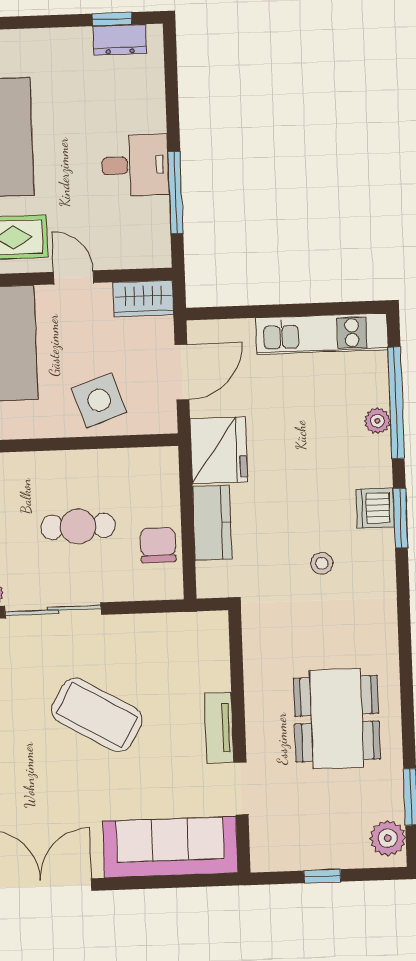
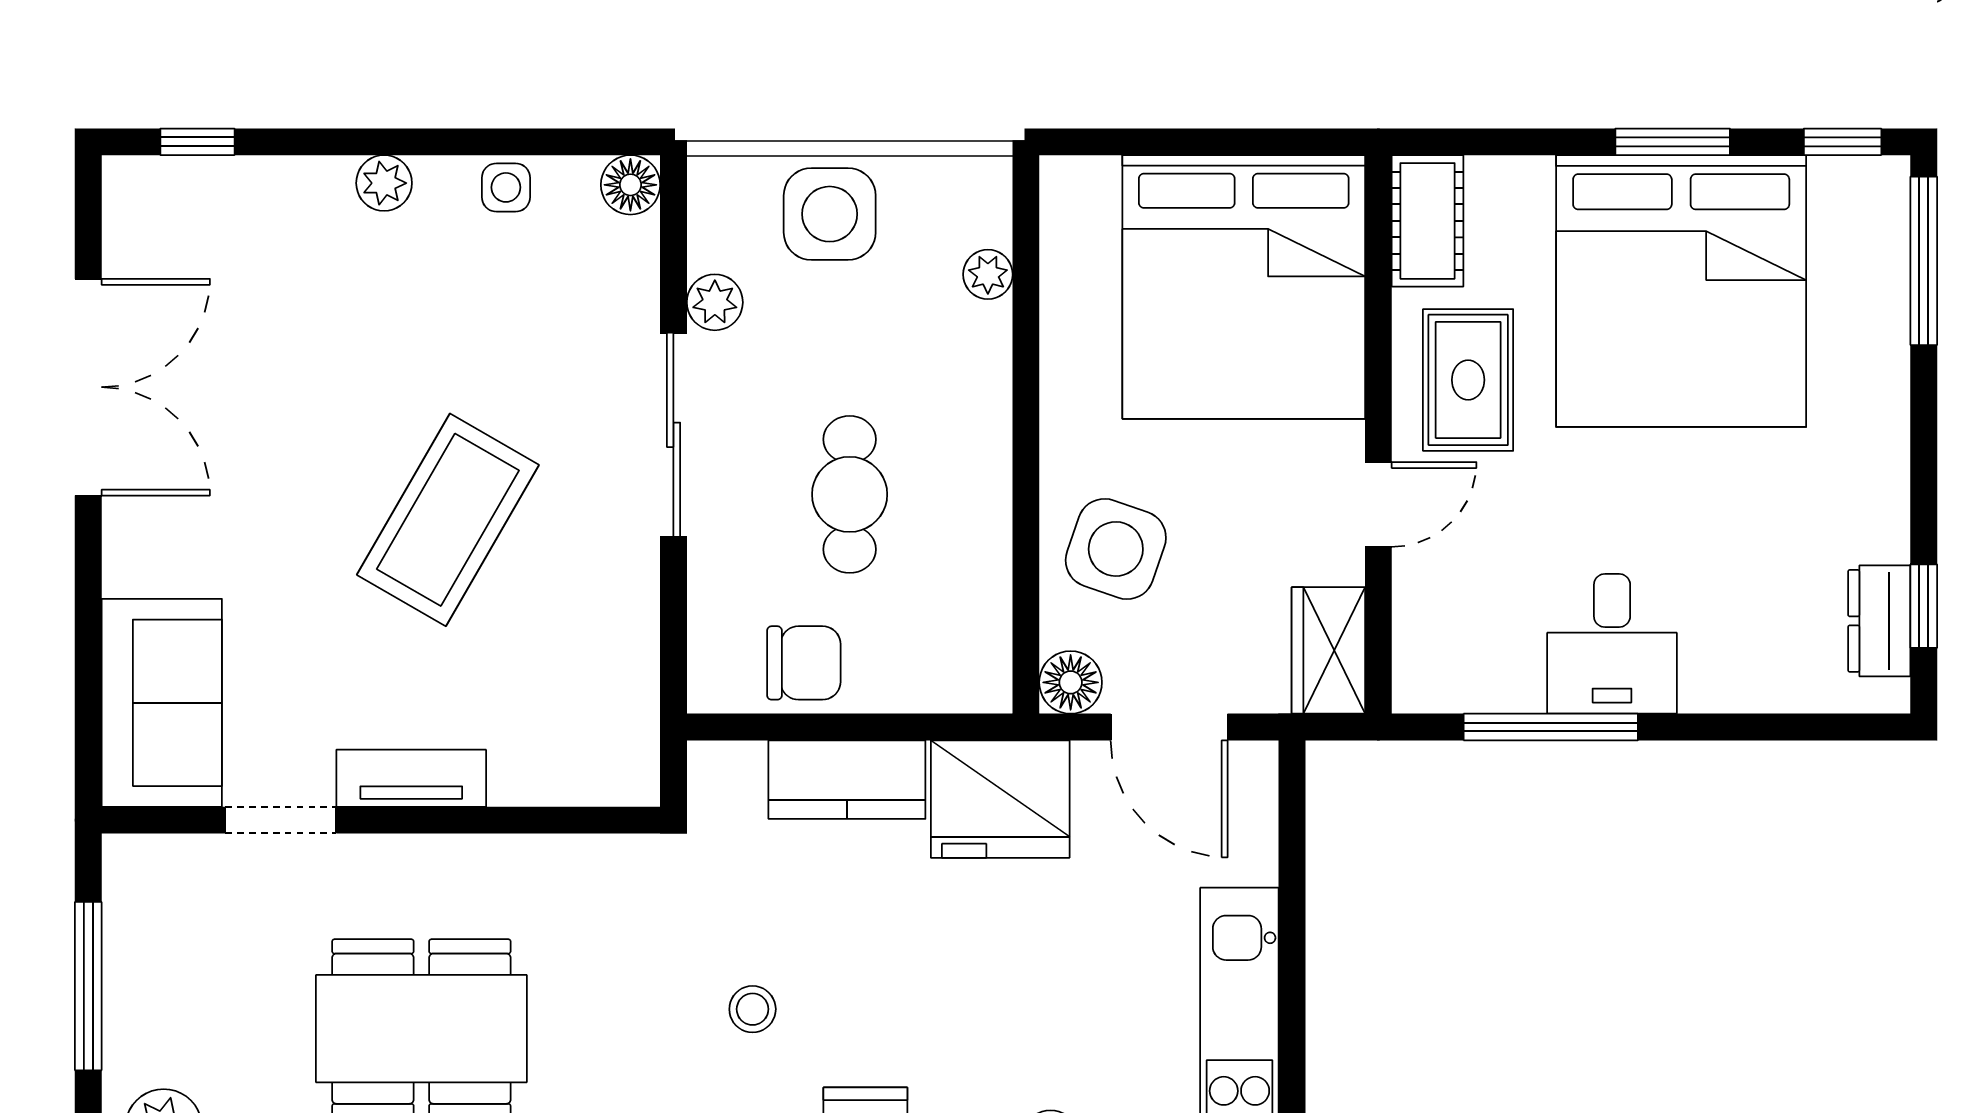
side table: (99, 400) -> (1116, 549), turned 38
floor lamp: (163, 419) -> (1071, 682), added
sofa: (170, 847) -> (162, 703), width x0.73
window: (322, 876) -> (88, 986), width x2.17

